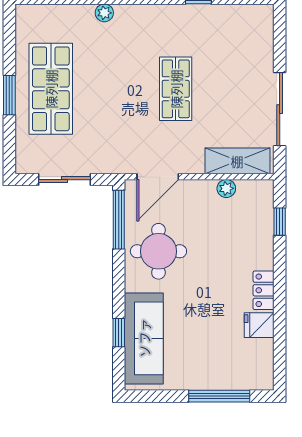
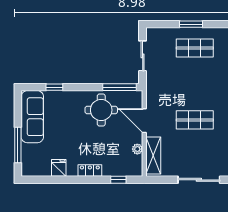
shop shelf: (51, 89) -> (195, 48), width x0.70, depth x0.74
sliding door: (280, 109) -> (199, 180), moved
door: (158, 177) -> (144, 121), moved
locker: (264, 290) -> (90, 170), moved
sofa: (144, 338) -> (32, 117), moved, turned -90

